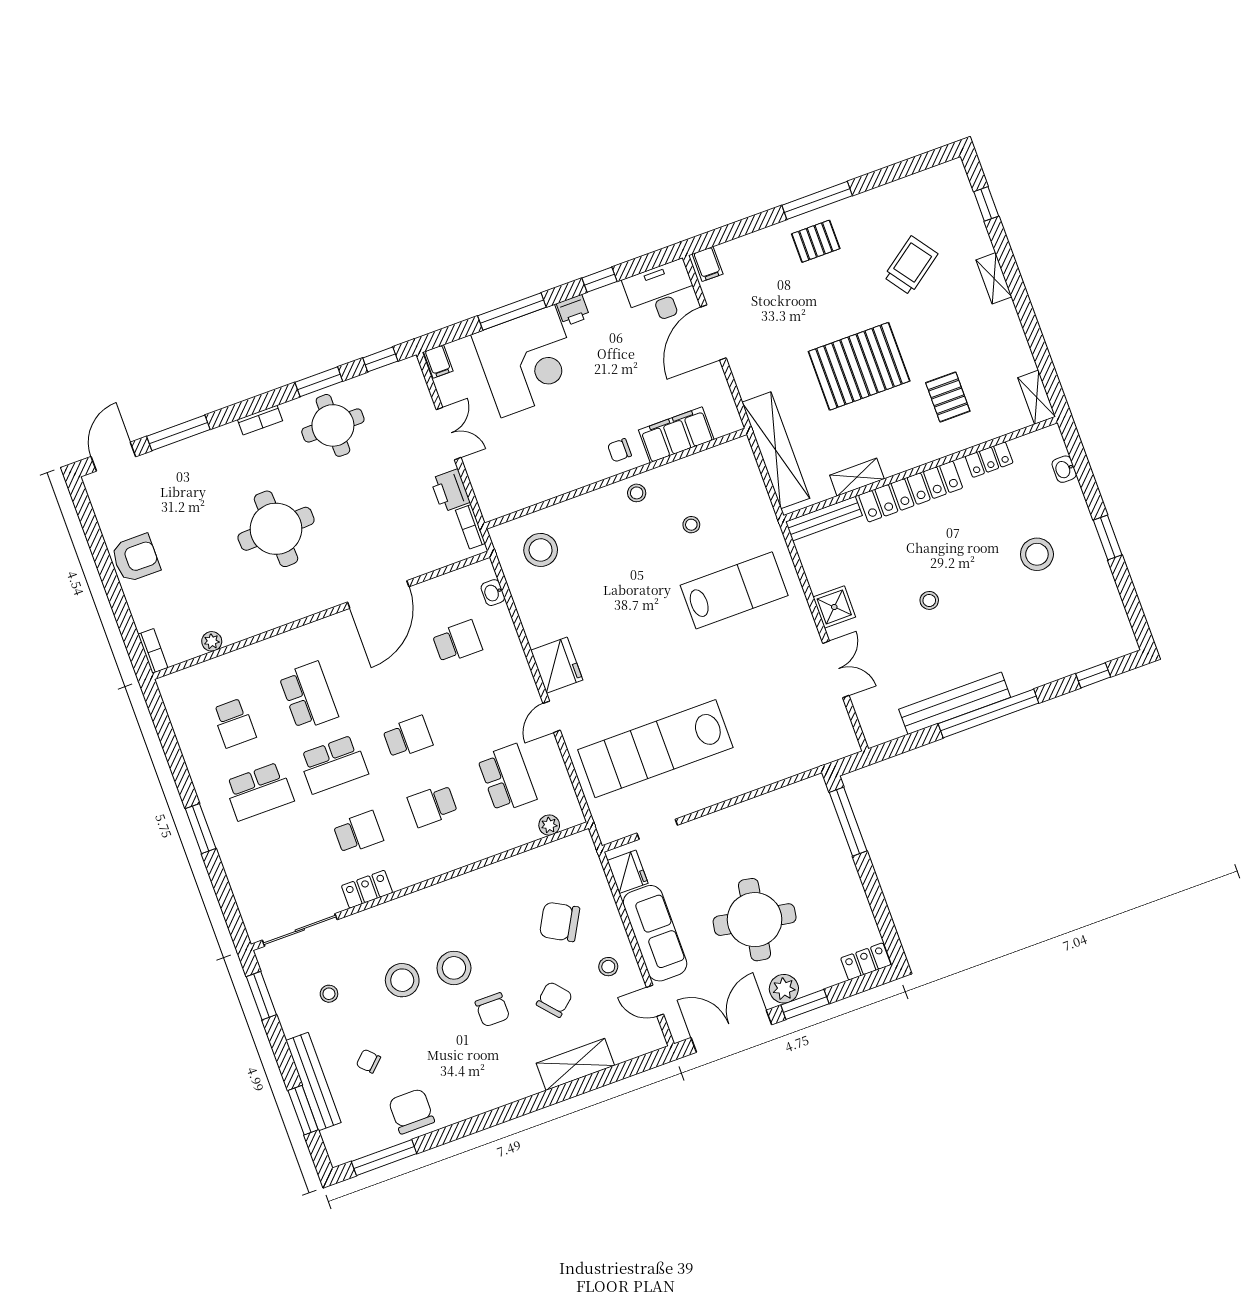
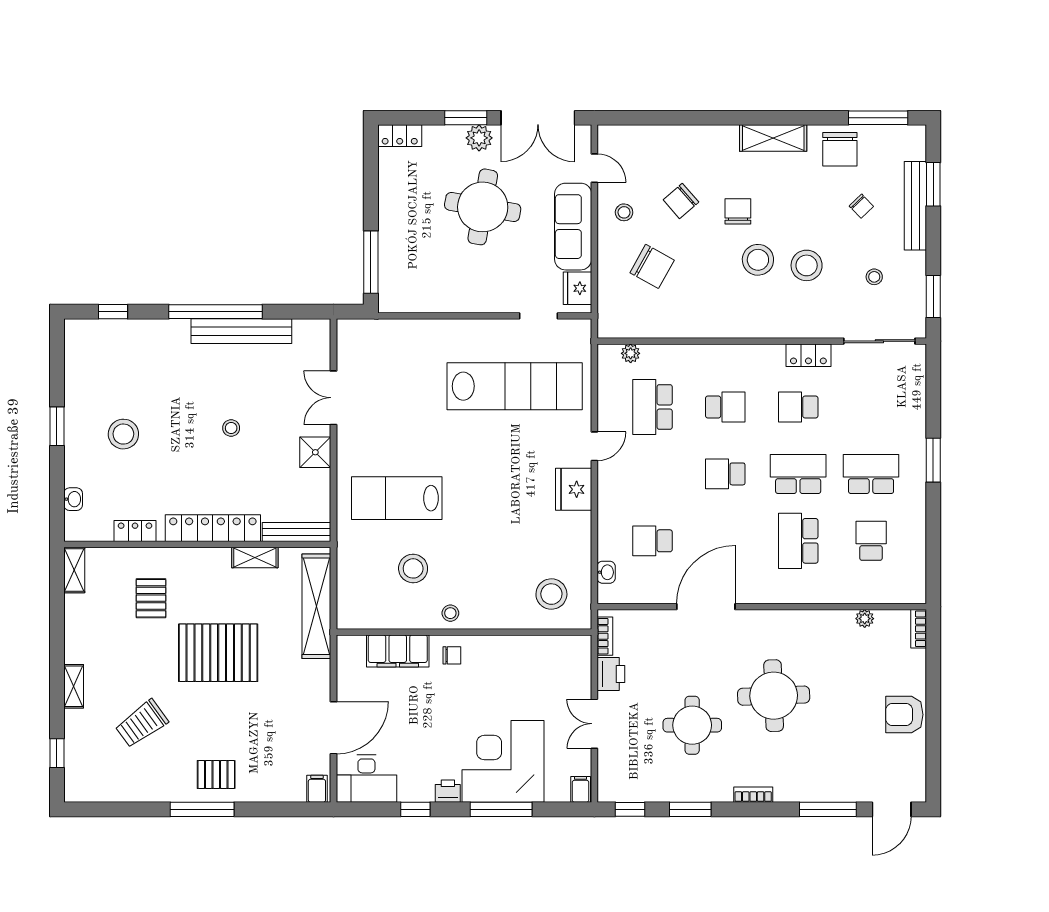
round table: (333, 425) -> (692, 725), moved
stool: (691, 525) -> (413, 568), width x1.89, depth x1.89
shelving: (575, 1064) -> (773, 138), moved

